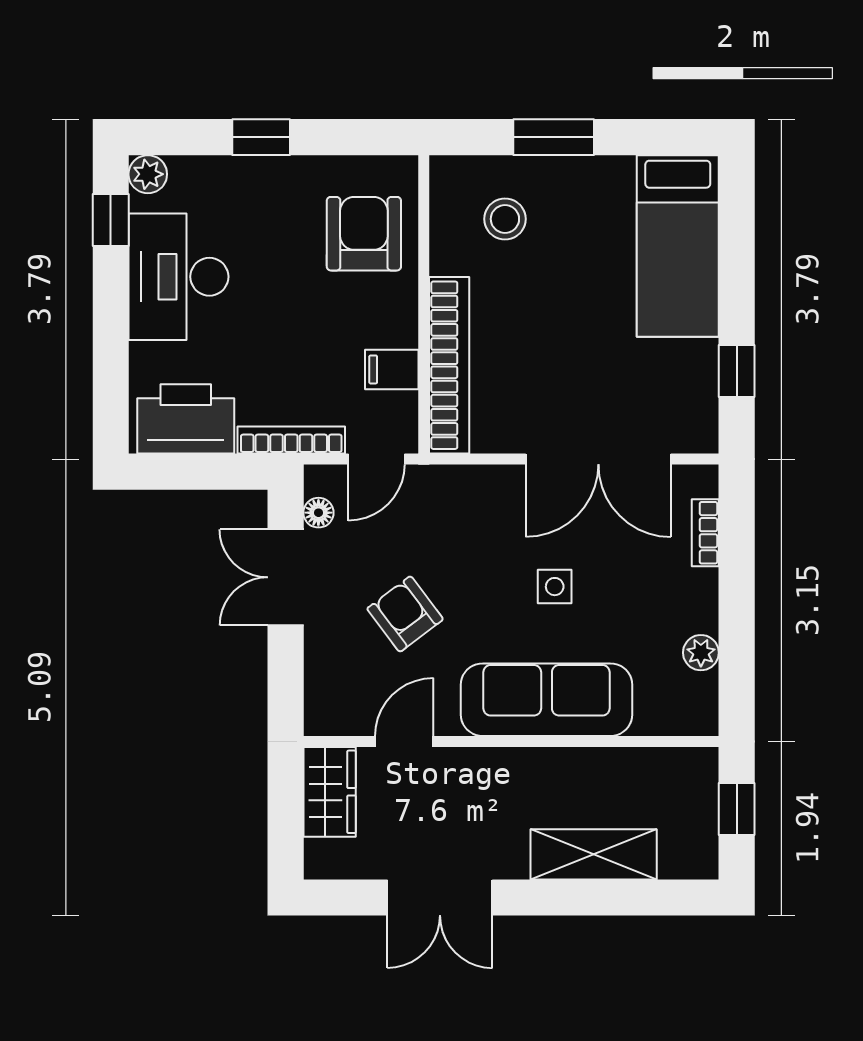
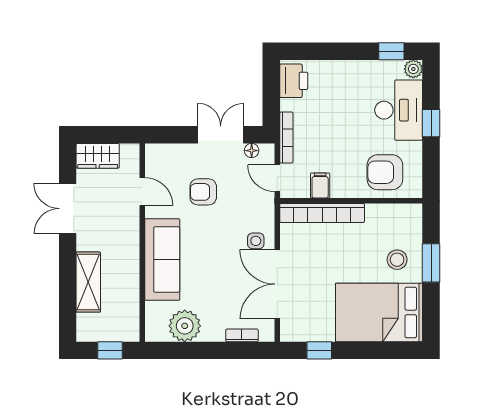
stool: (505, 219) -> (397, 260), moved
armchair: (364, 234) -> (385, 172), turned 180
bed: (678, 246) -> (379, 312), width x1.50
desk: (178, 277) -> (399, 110), moved, turned 90
printer: (186, 419) -> (294, 81), width x0.73, depth x0.84
side table: (555, 587) -> (256, 241), moved
armchair: (405, 614) -> (203, 192), turned -143
plant: (701, 653) -> (185, 326), width x1.88, depth x1.88
wardrobe: (330, 792) -> (98, 156), moved

